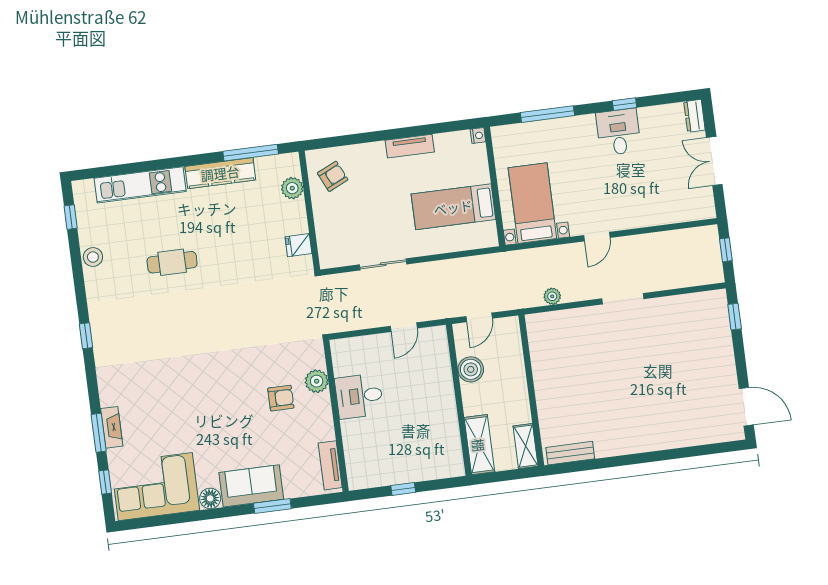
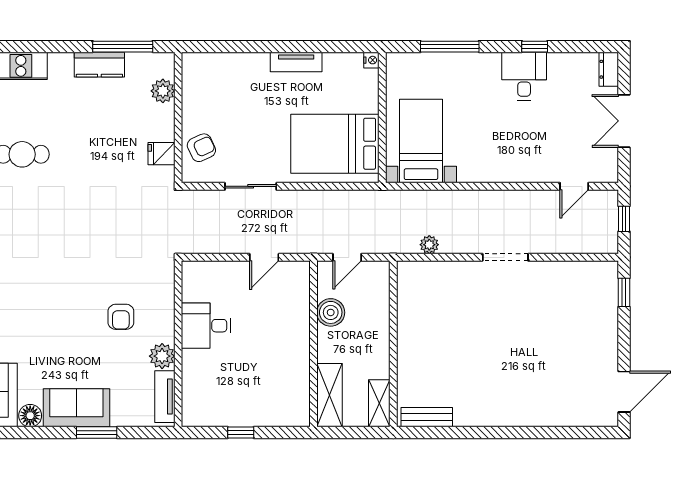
kitchen counter: (220, 173) -> (99, 65), width x0.67
armchair: (333, 176) -> (201, 148), moved
bed: (453, 207) -> (335, 144), width x1.50
door: (597, 237) -> (574, 186), moved
plant: (317, 381) -> (162, 356), moved
armchair: (281, 398) -> (121, 317), turned 90
door: (746, 407) -> (624, 392), hinge flipped

